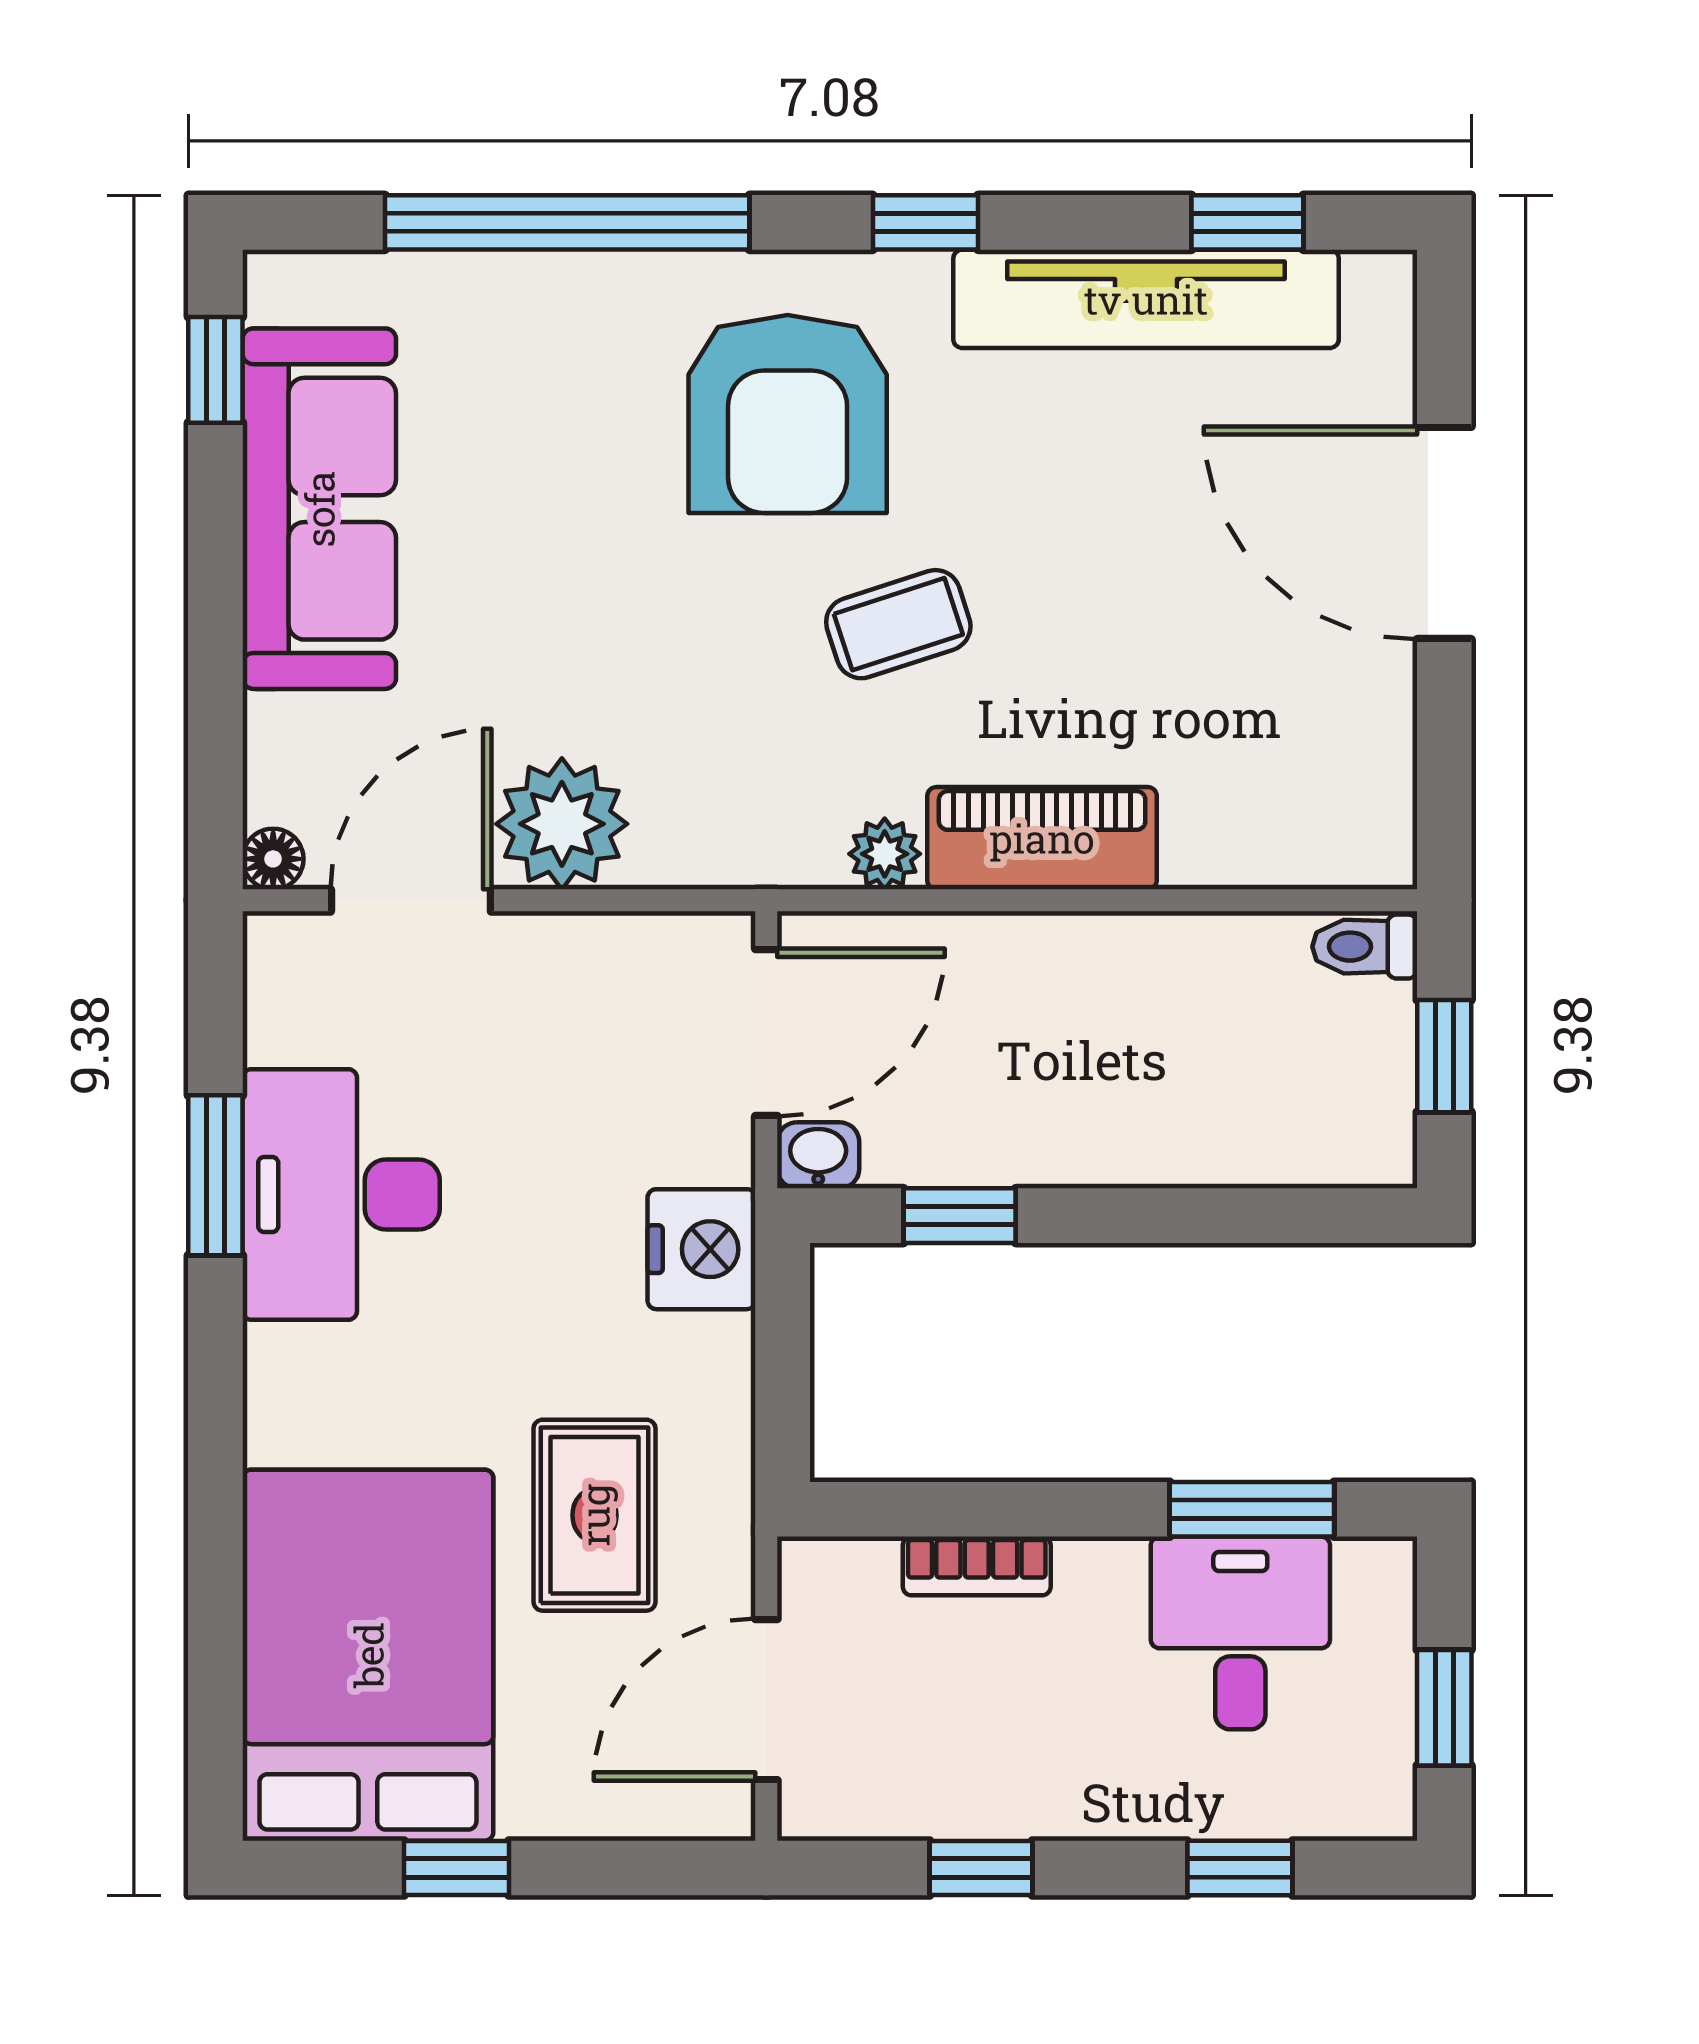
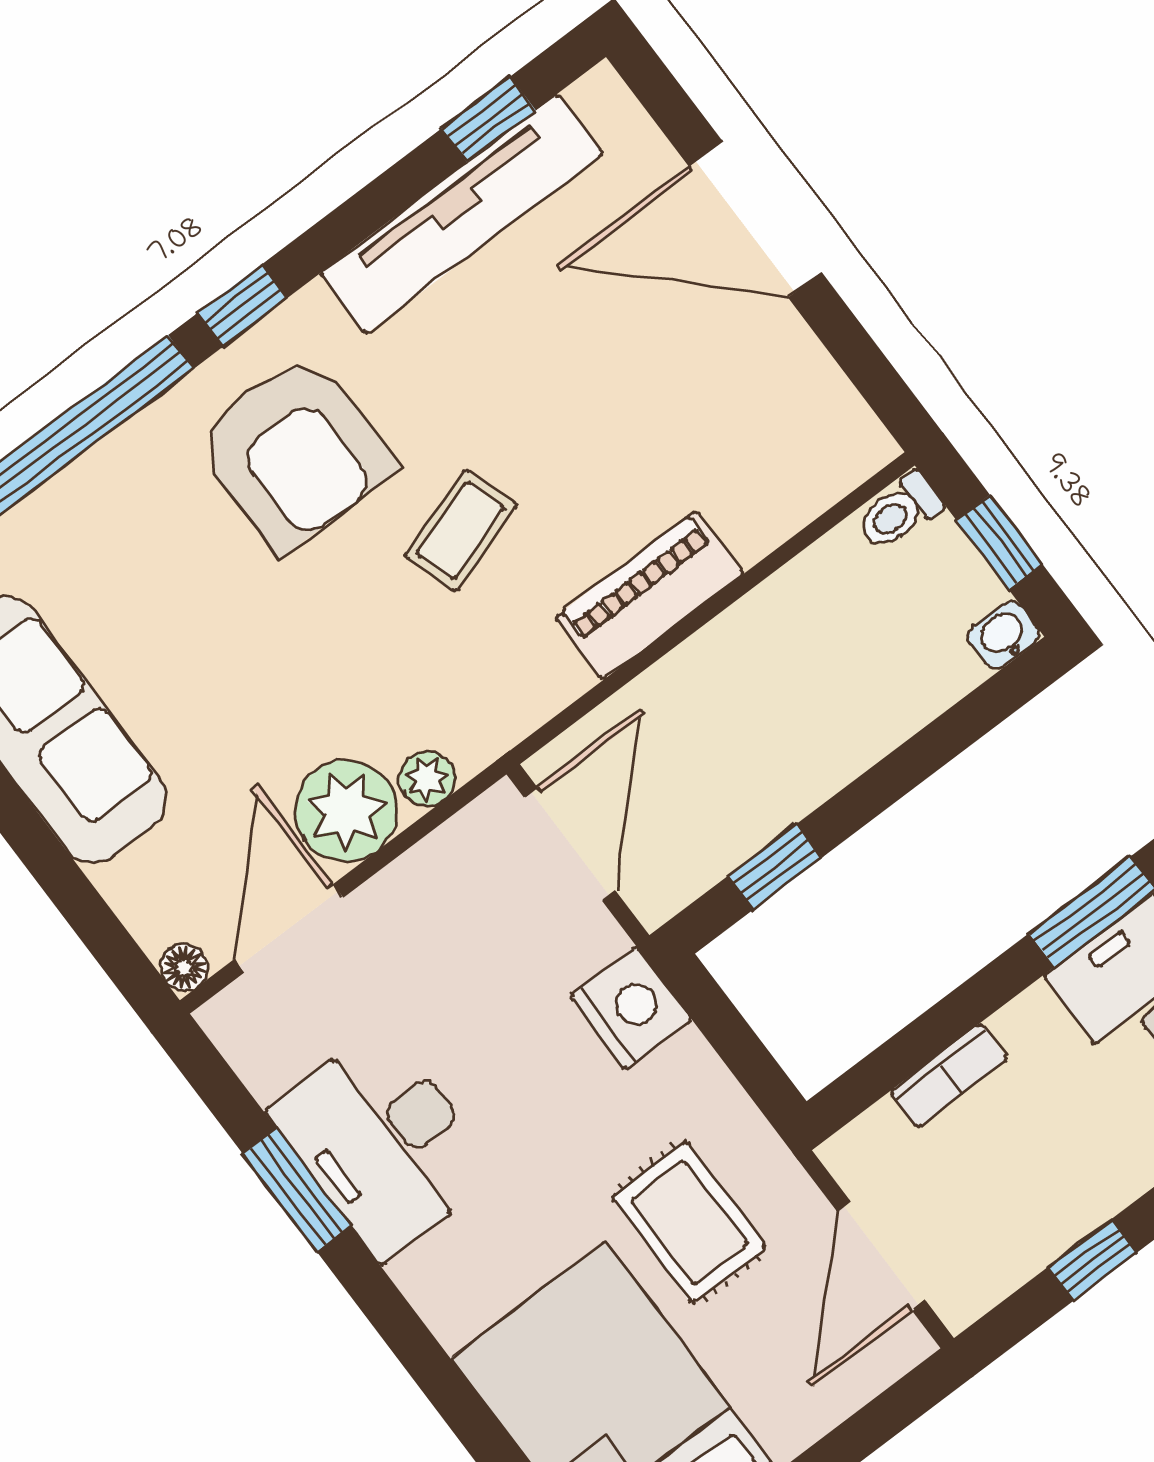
window: (925, 222) -> (242, 306), moved
plant: (885, 854) -> (427, 779), moved
washbasin: (818, 1155) -> (1004, 635), moved

